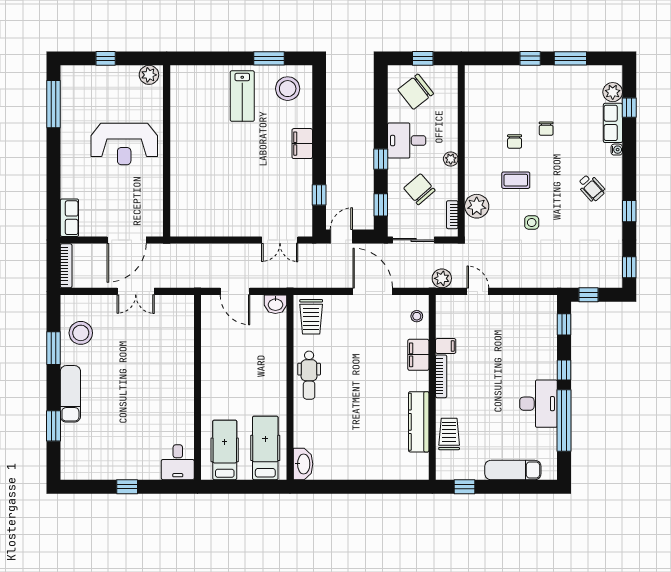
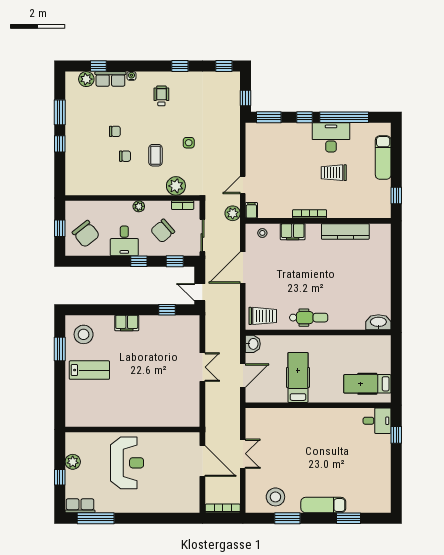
plant: (149, 75) -> (73, 462), moved
wheelchair: (591, 188) -> (161, 96), turned -48
row of seats: (69, 218) -> (80, 506), moved
double door: (280, 240) -> (202, 367), moved
window: (564, 324) -> (269, 117), width x1.50
filing cabinet: (446, 346) -> (251, 210), moved
trolley: (449, 434) -> (334, 173), moved
hospital bed: (265, 448) -> (298, 377), moved, turned 90
window: (127, 487) -> (396, 435), moved

